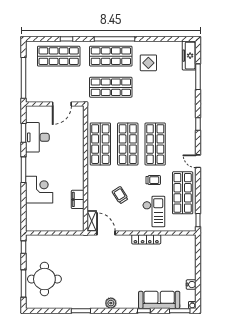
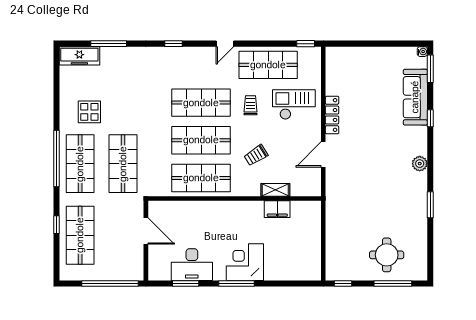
corner desk: (39, 190) -> (245, 262), moved
trolley: (120, 195) -> (256, 155), moved
shelving: (92, 221) -> (275, 190), moved
door: (106, 233) -> (323, 154), moved
round table: (44, 279) -> (387, 255), width x0.73, depth x0.73
water cooler: (191, 285) -> (394, 53), removed

